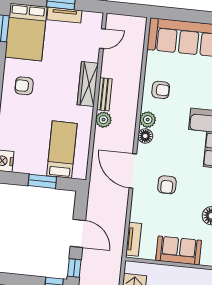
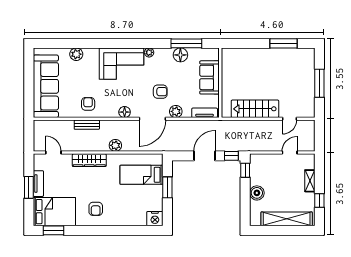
bench: (104, 94) -> (87, 125), moved
plant: (148, 120) -> (176, 111), moved

